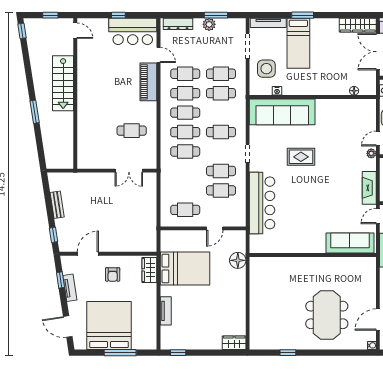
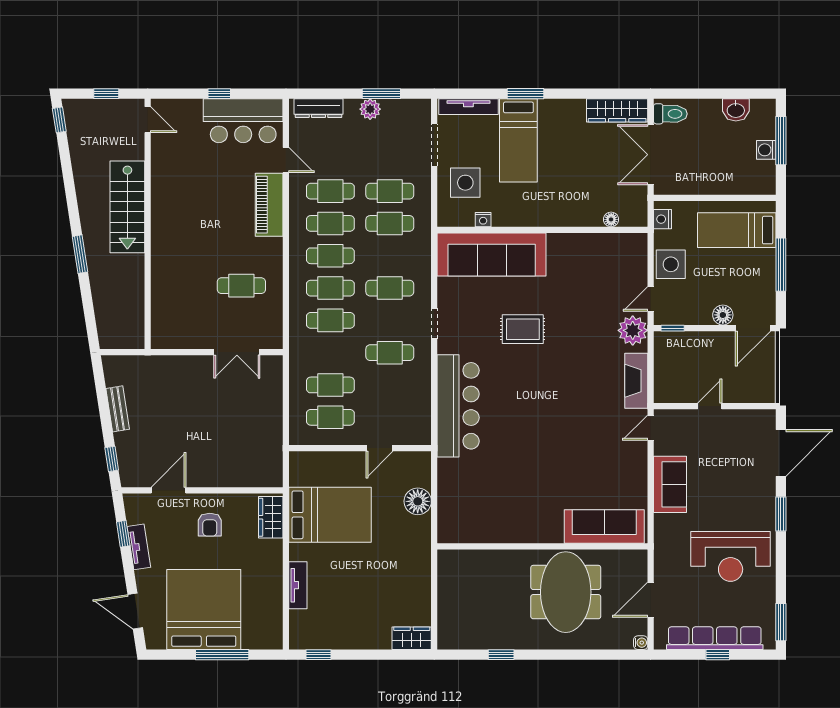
plant: (371, 153) -> (633, 330), width x1.88, depth x1.88
cafe table: (221, 190) -> (330, 385), moved
sofa: (350, 243) -> (604, 526), moved
wall: (313, 255) -> (542, 546), moved

